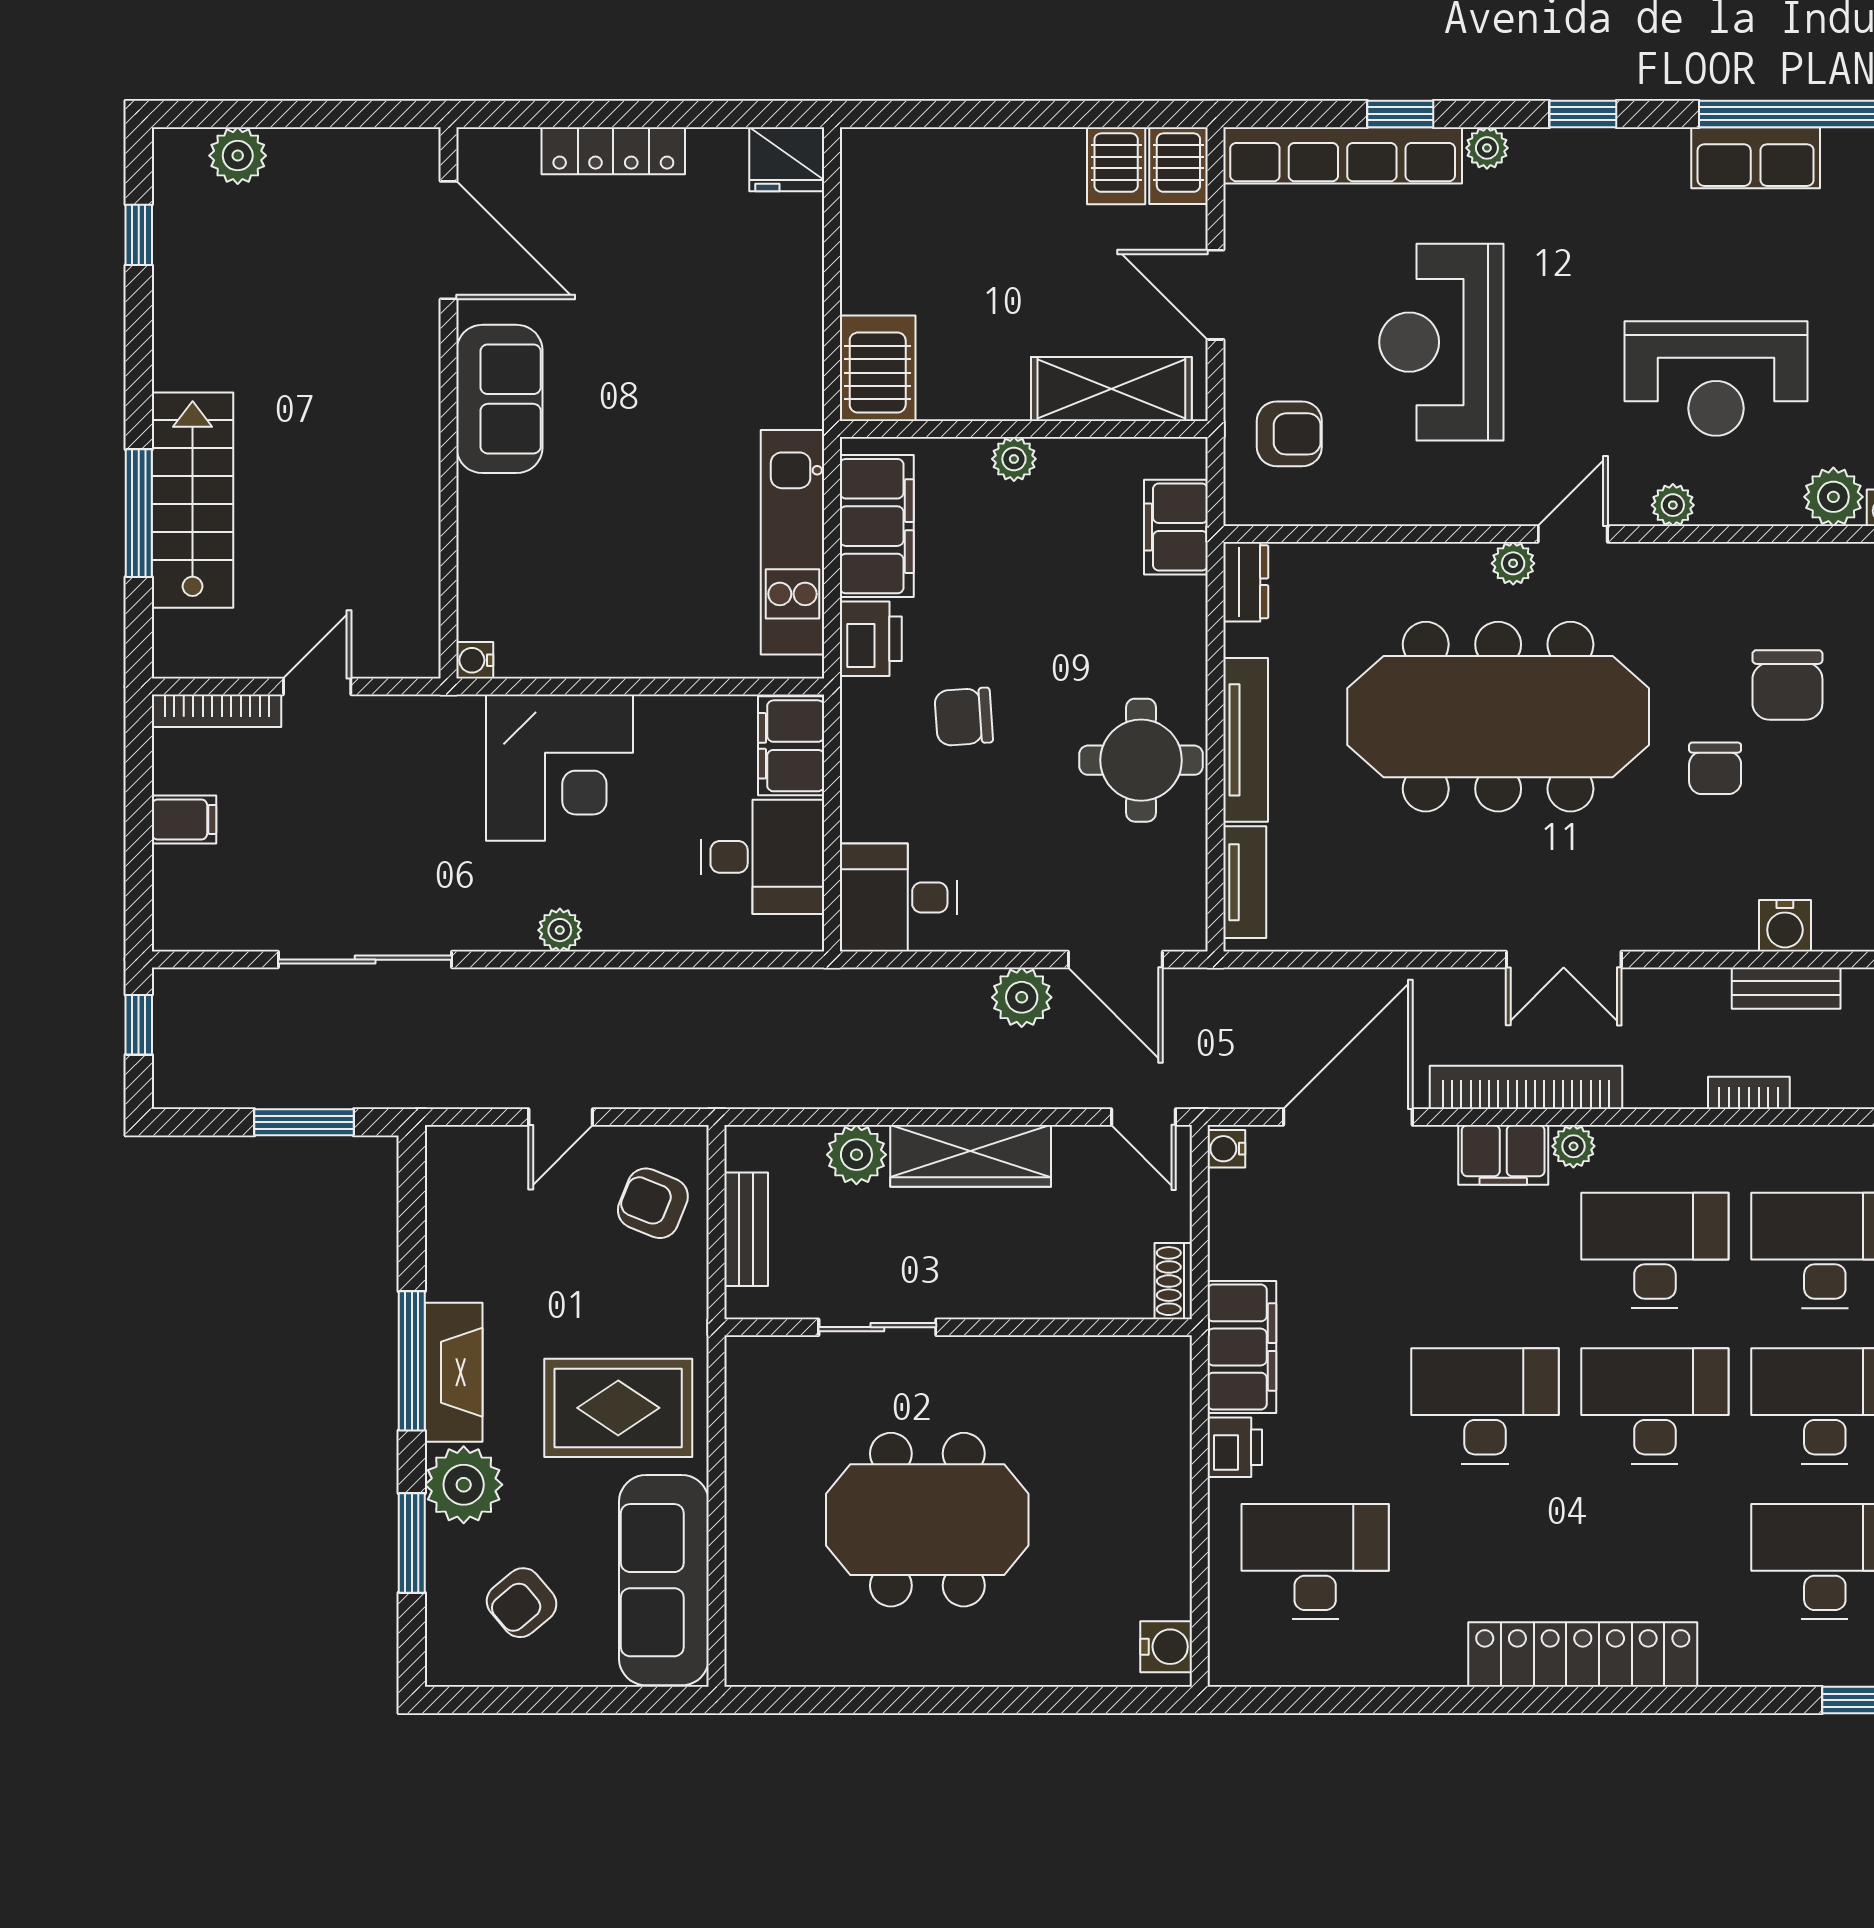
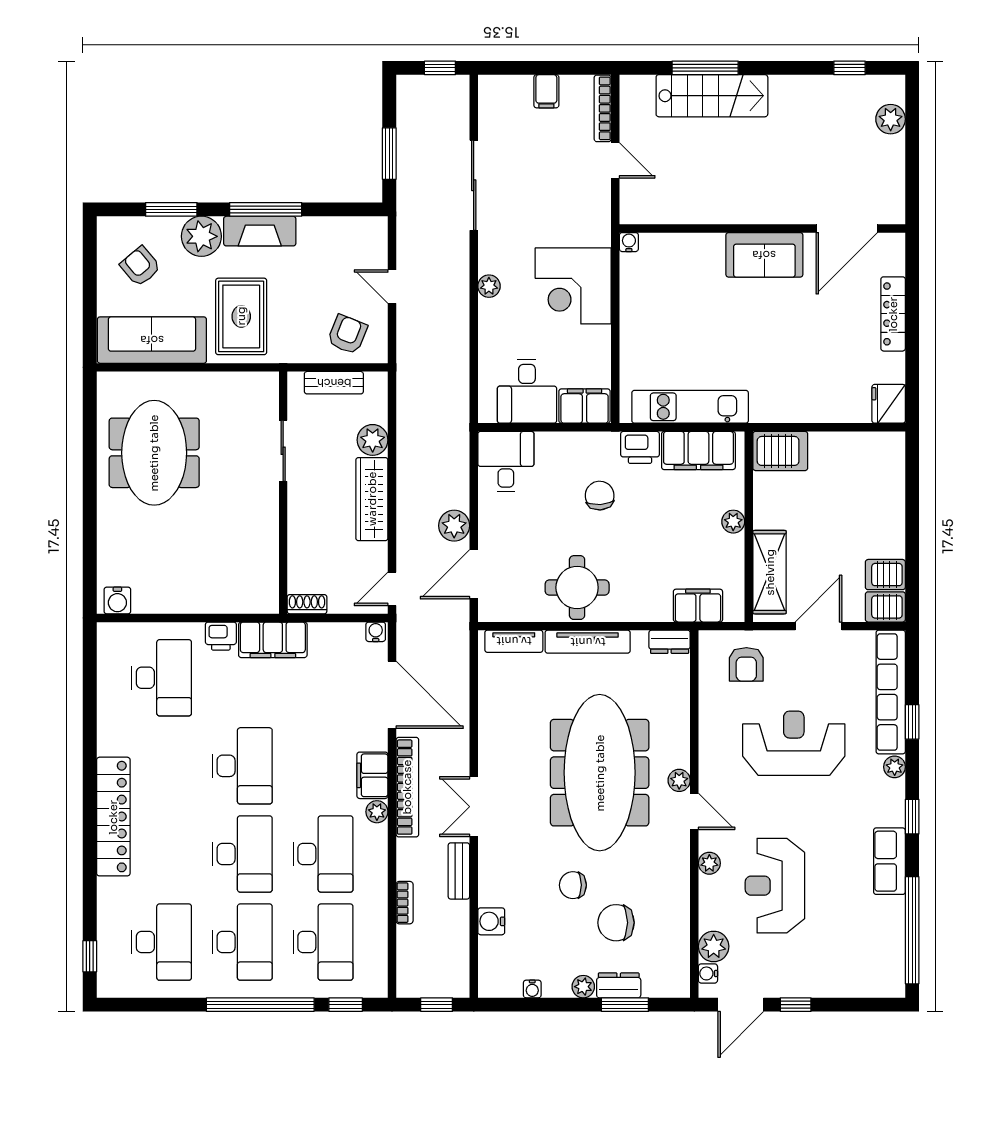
row of seats: (1756, 158) -> (889, 861), moved
bench: (1786, 988) -> (459, 871), moved
meeting table: (927, 1520) -> (154, 453), moved

